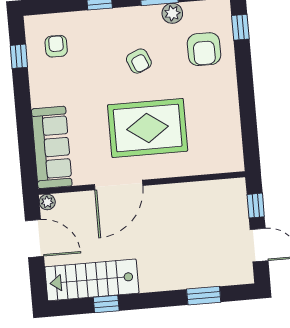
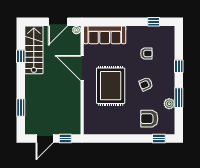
armchair: (56, 46) -> (146, 53), moved

